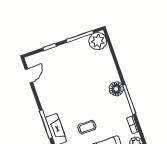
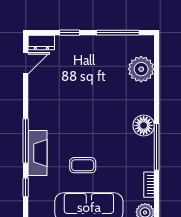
plant: (98, 41) -> (141, 69), moved
dresser: (34, 59) -> (41, 43), added

